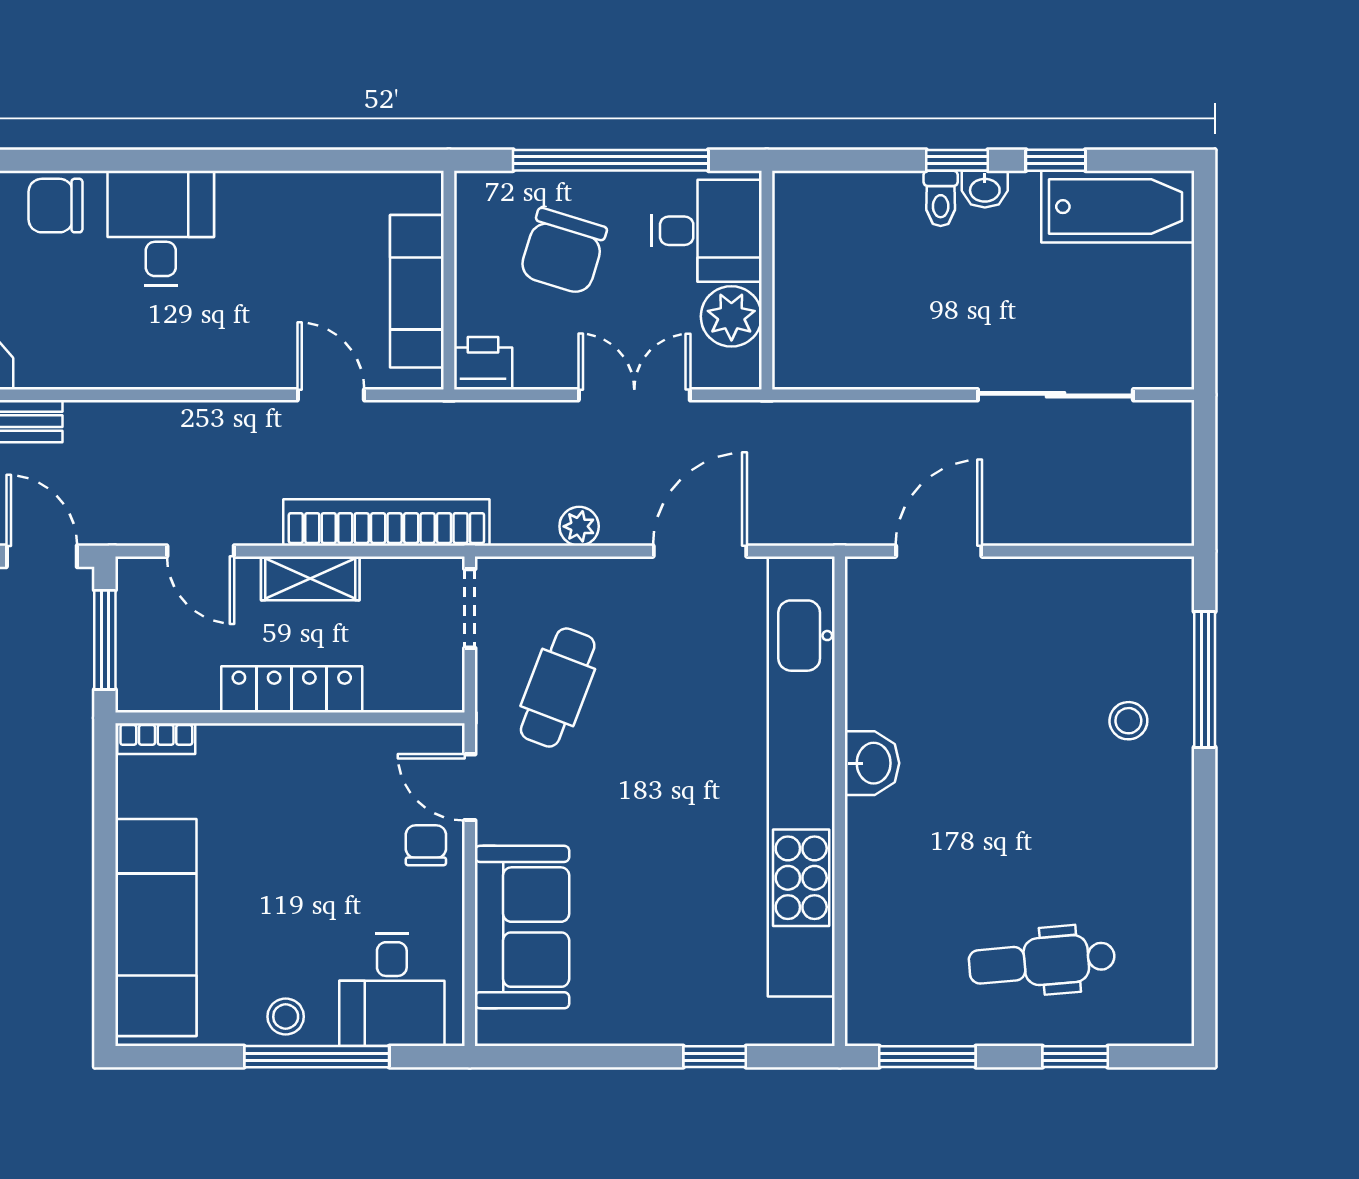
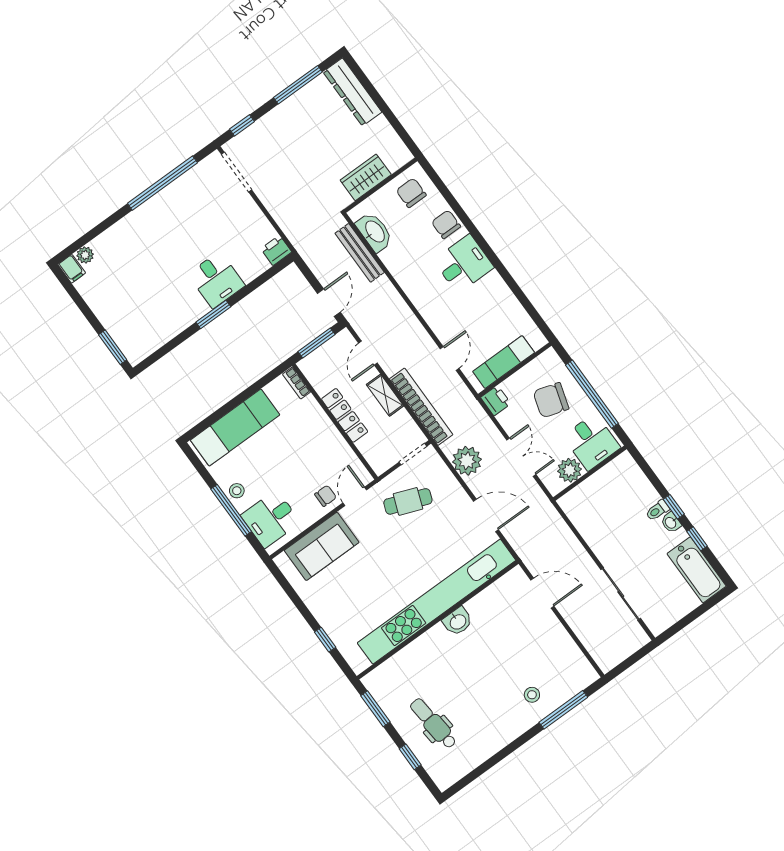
plant: (579, 526) -> (467, 461), width x1.87, depth x1.87

